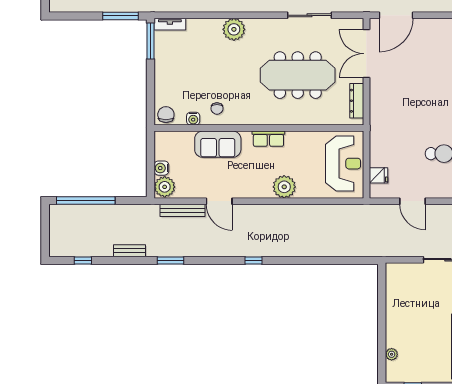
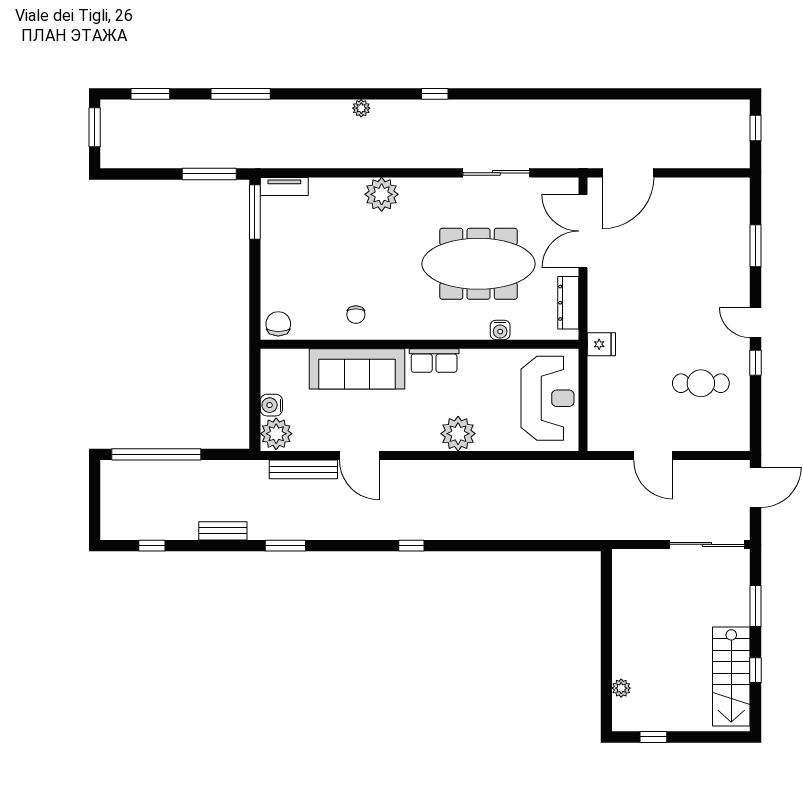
water cooler: (193, 119) -> (500, 330), moved
sofa: (218, 144) -> (357, 369), width x1.36
fridge: (379, 175) -> (601, 344), moved

